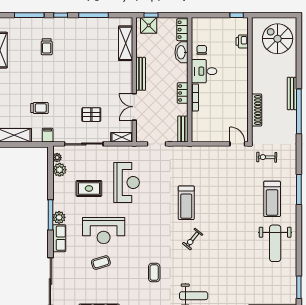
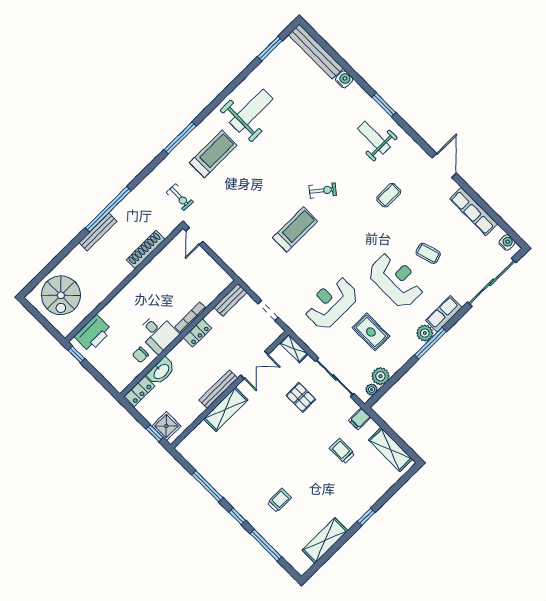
printer: (242, 41) -> (93, 333), width x1.87, depth x1.48
shelving: (126, 43) -> (226, 409), moved

